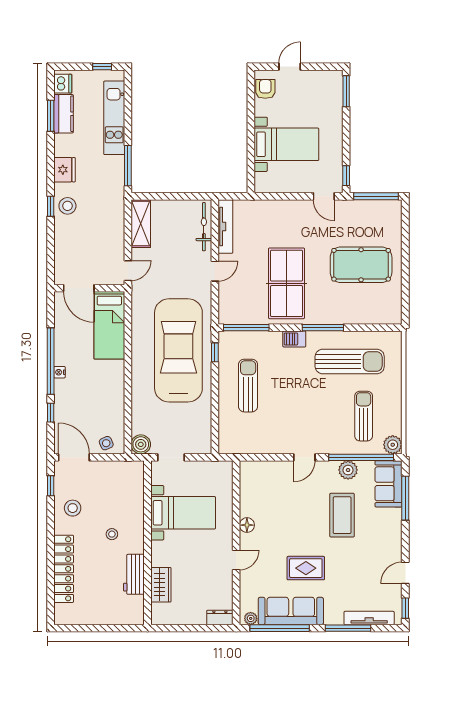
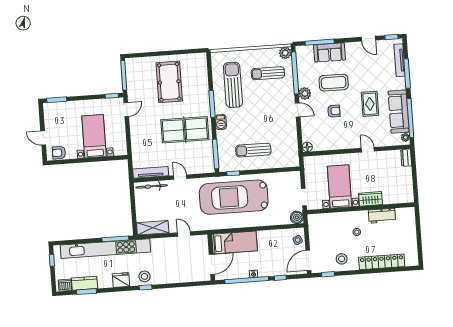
kitchen unit: (114, 118) -> (105, 249), width x1.86
door: (79, 288) -> (212, 264), moved
wall: (89, 288) -> (211, 257), moved
bed: (109, 325) -> (234, 242), moved
plant: (348, 470) -> (305, 93), moved
sofa: (389, 484) -> (330, 52), moved
armchair: (299, 512) -> (334, 111), added
floor lamp: (247, 525) -> (307, 147), moved
wardrobe: (161, 585) -> (371, 199), moved

